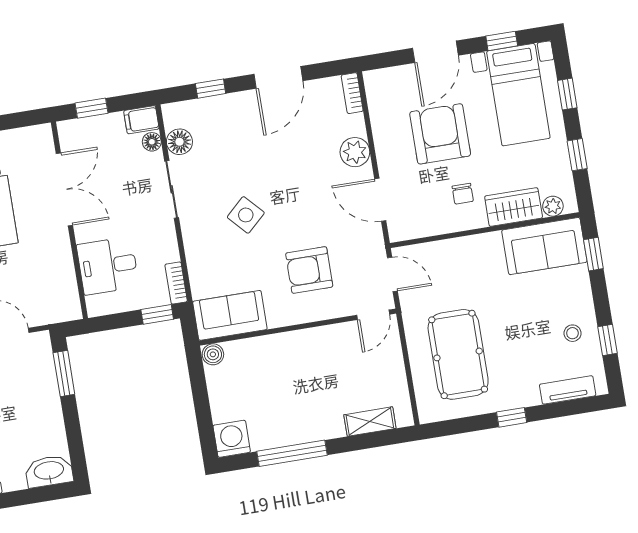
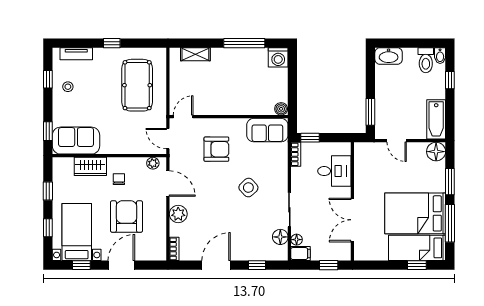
armchair: (440, 134) -> (126, 217), turned 180
plant: (553, 206) -> (153, 163), moved

